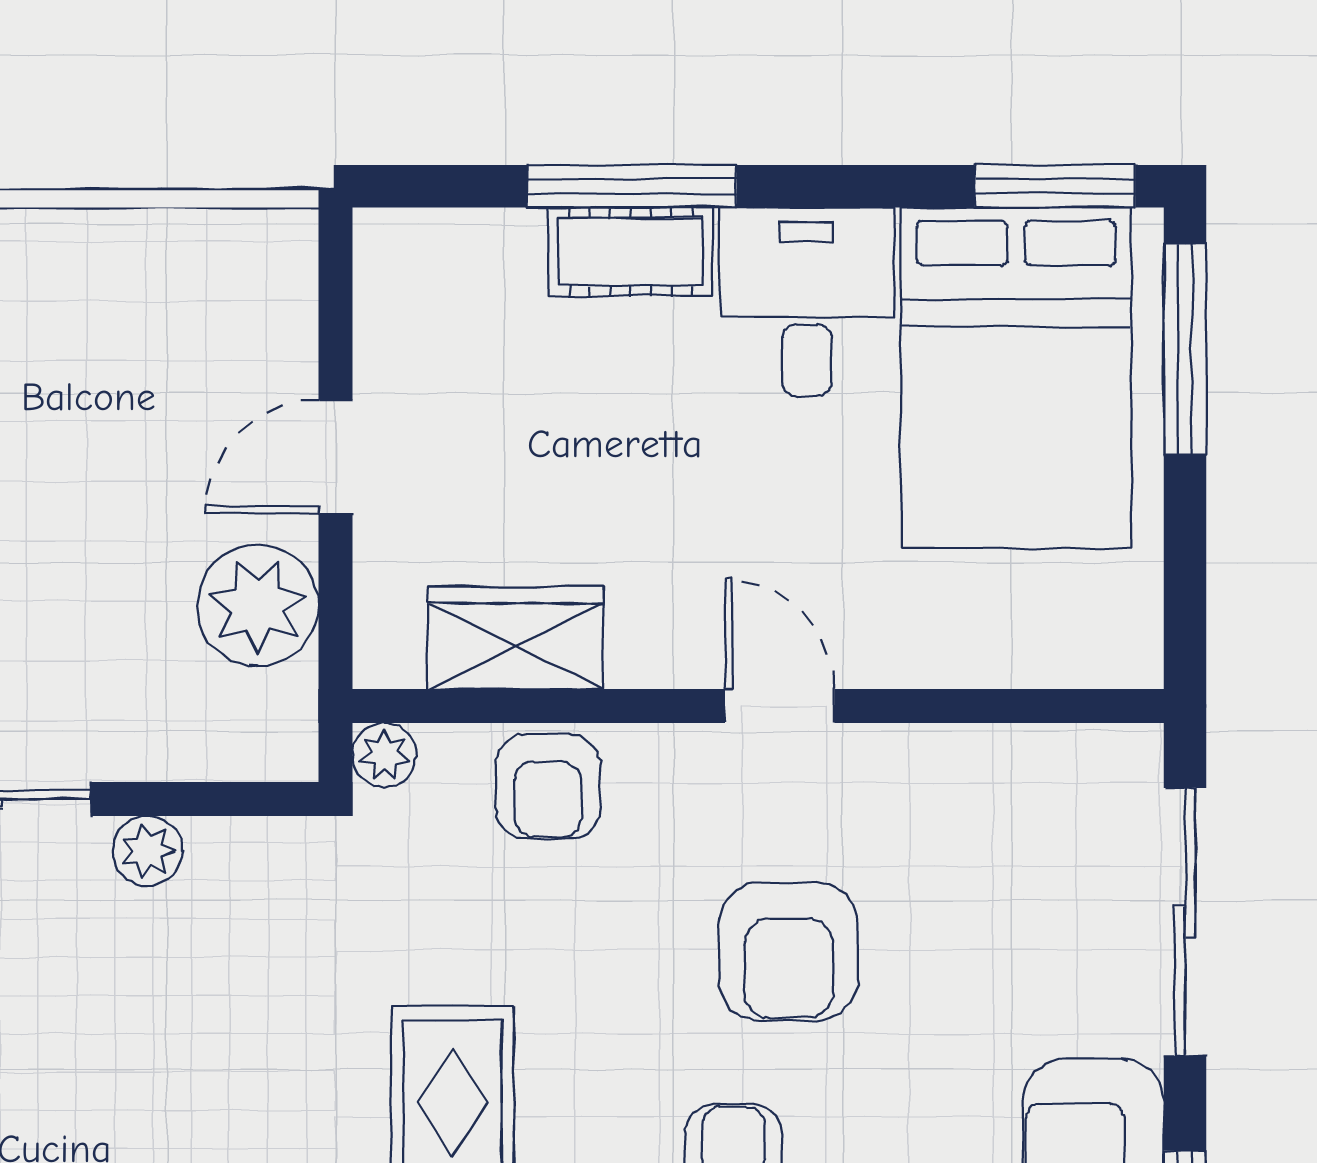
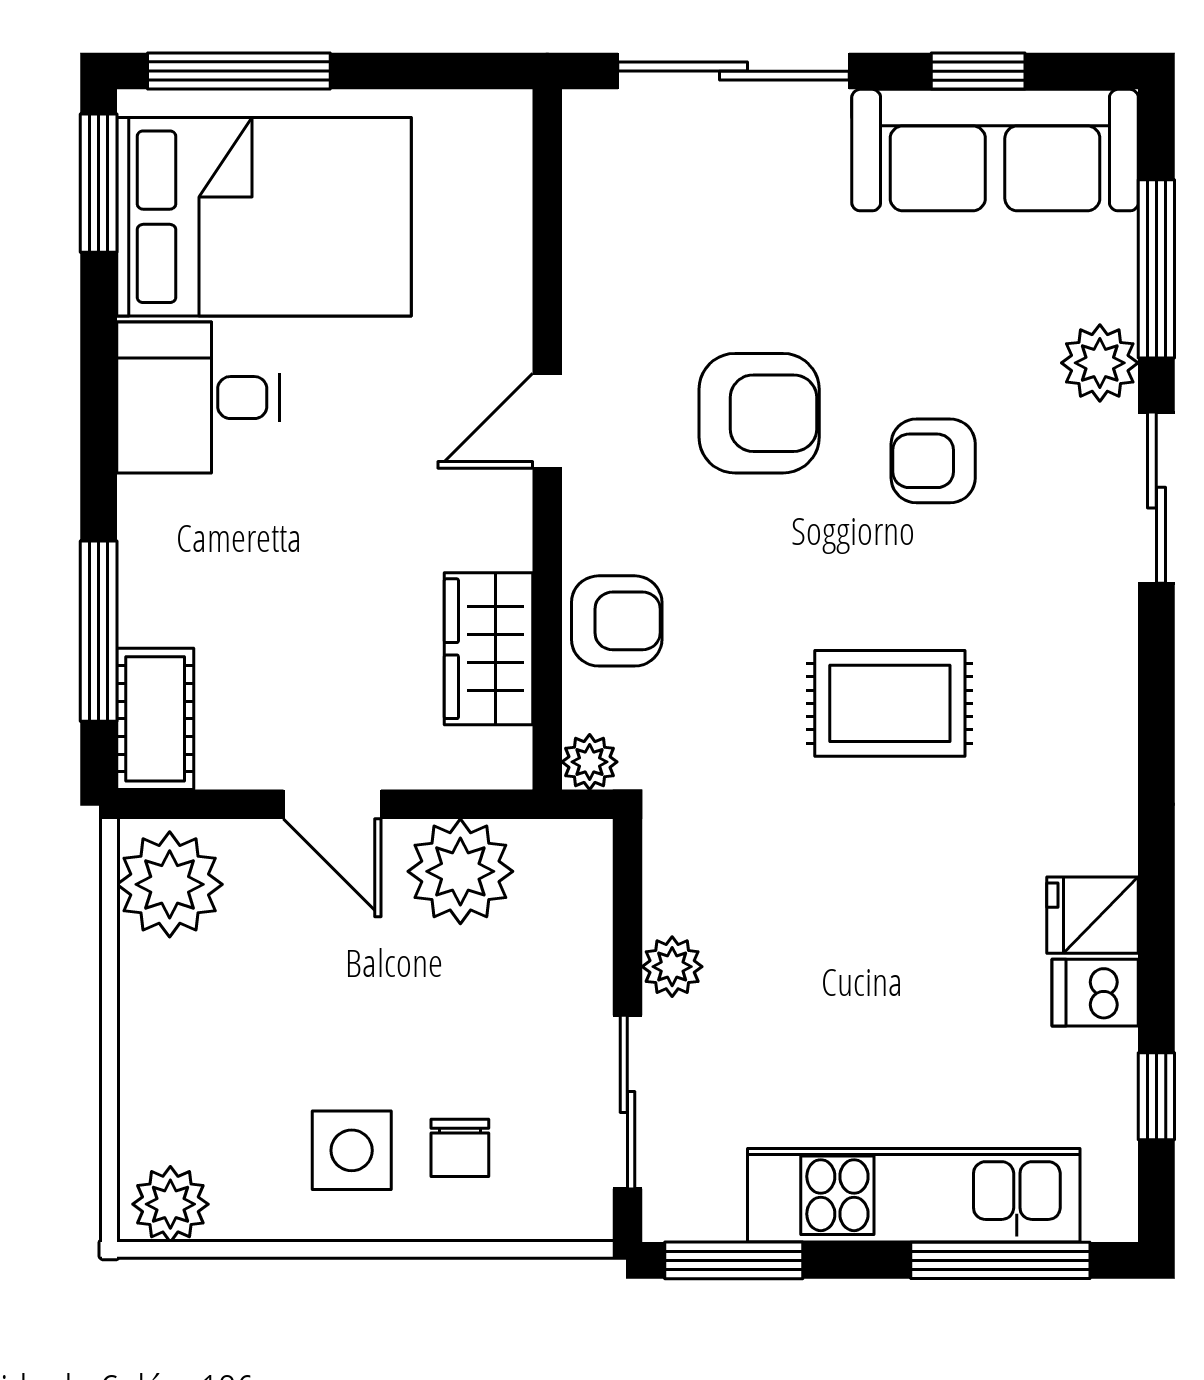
window: (632, 186) -> (99, 631), moved
cot: (630, 252) -> (155, 719), moved
plant: (243, 268) -> (170, 884), added

